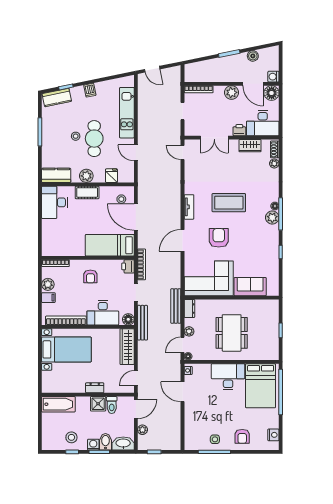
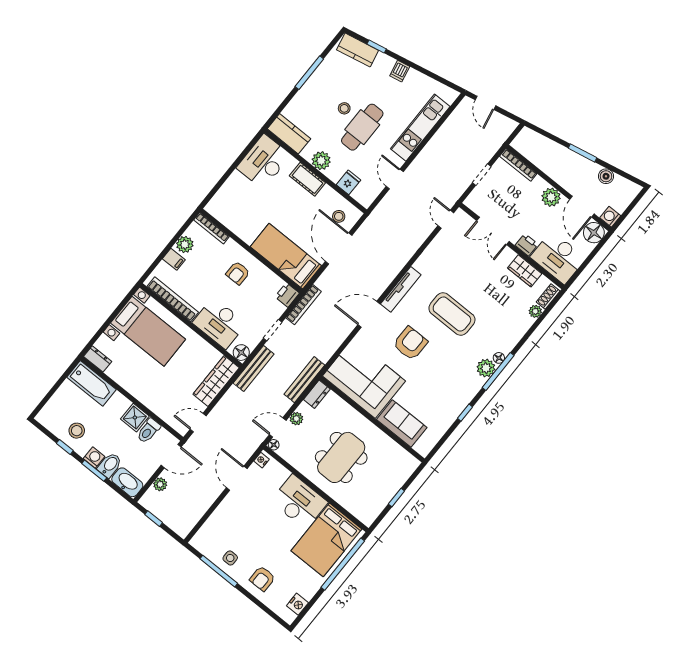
tv unit: (189, 207) -> (401, 289), width x1.41
dresser: (95, 388) -> (98, 359), moved

